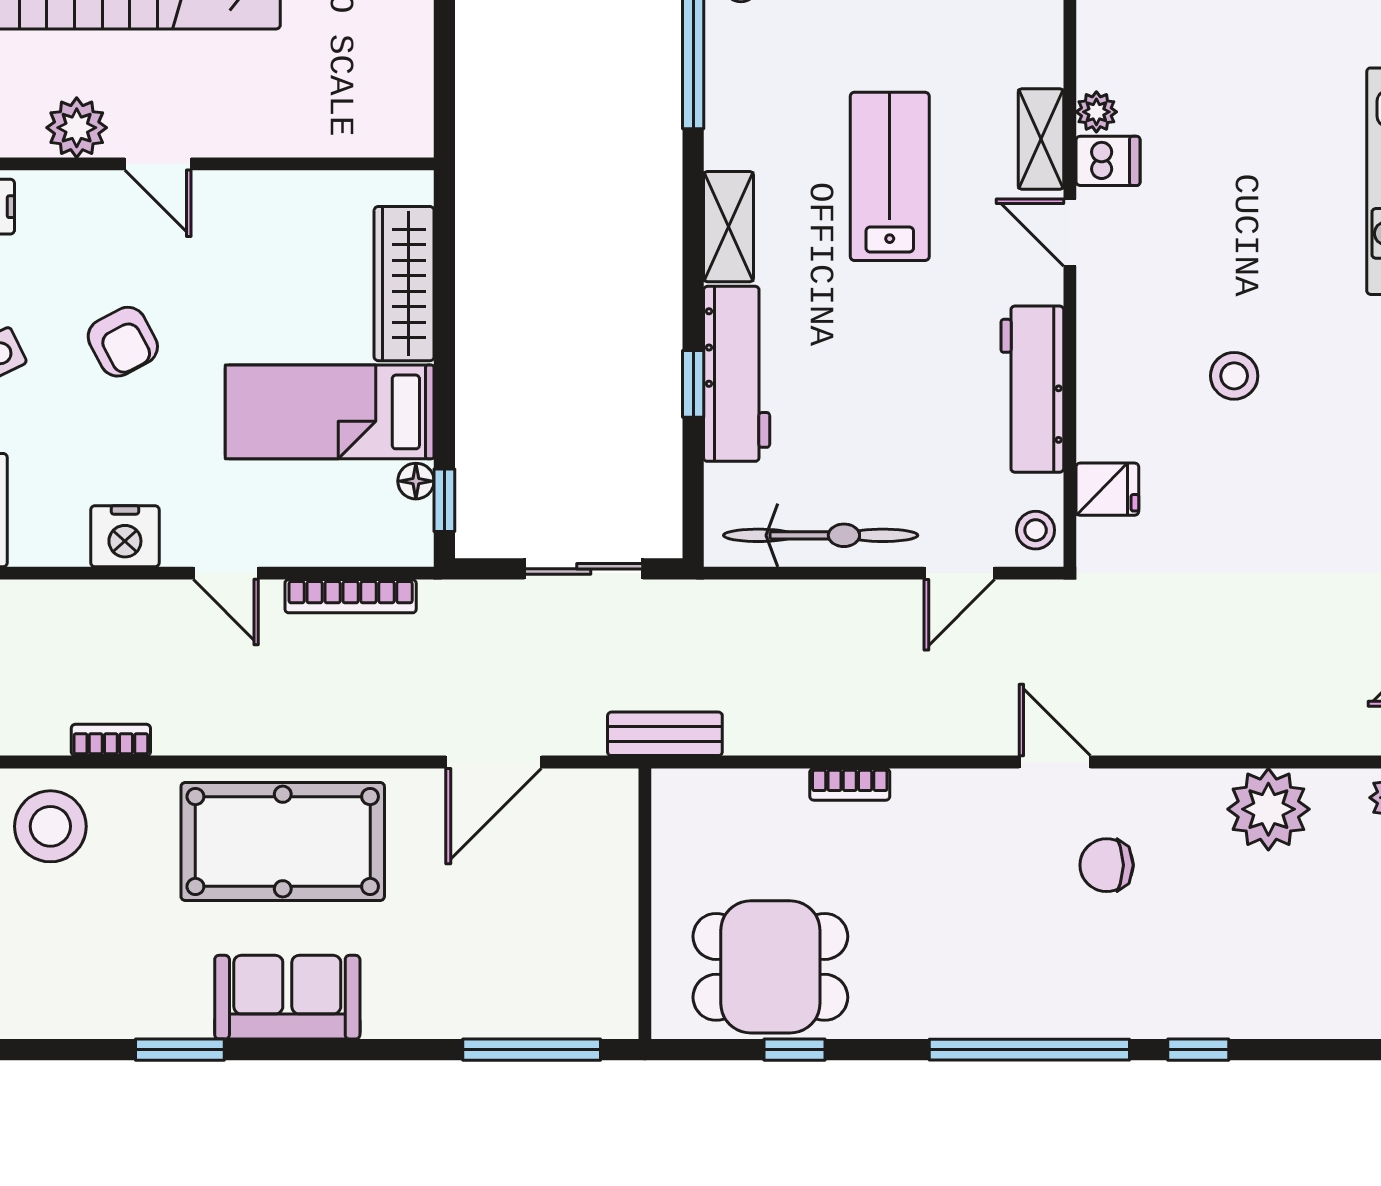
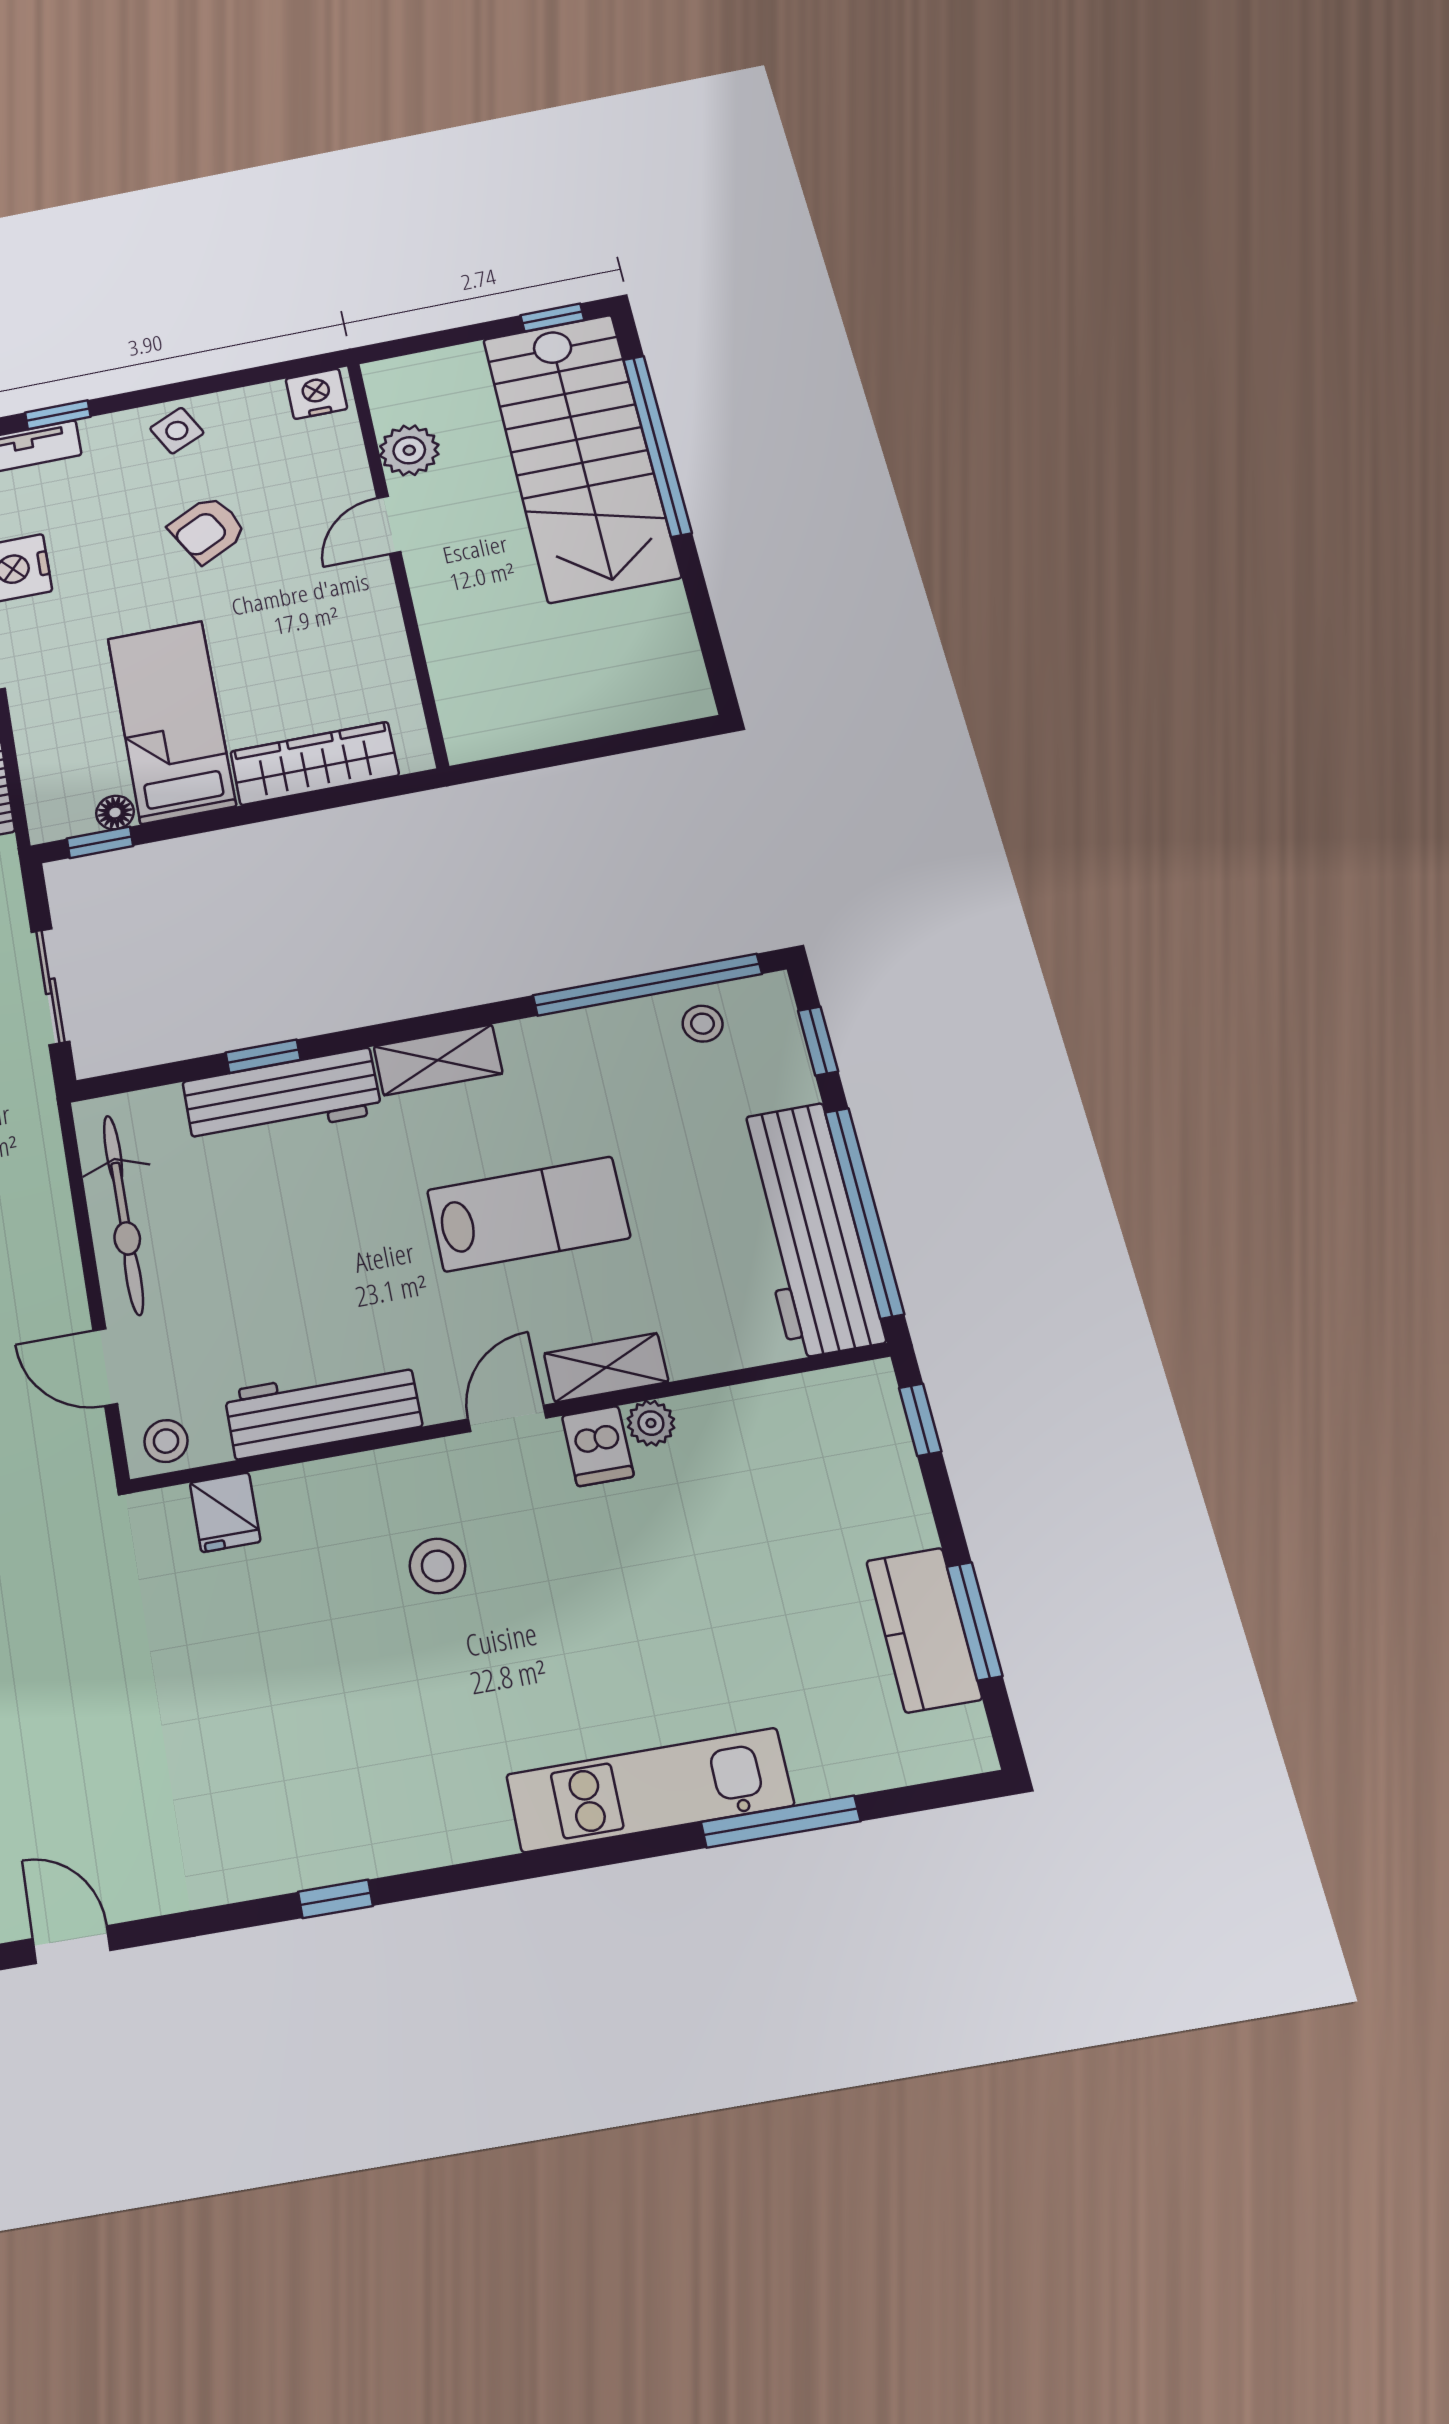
stool: (1234, 376) -> (437, 1566), moved

